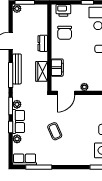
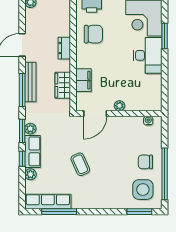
chair: (65, 33) -> (93, 34), turned -90
row of seats: (25, 159) -> (48, 201), width x1.48

